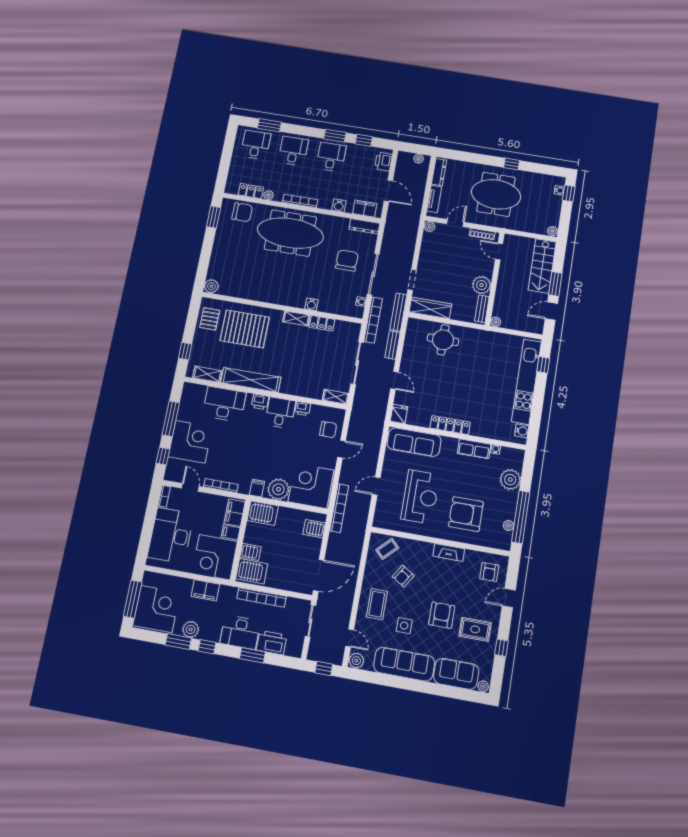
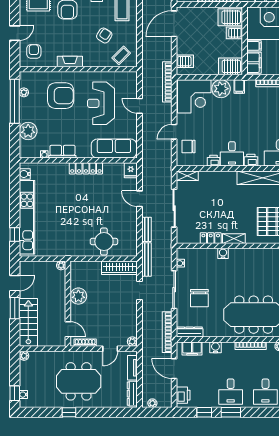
bench: (482, 309) -> (75, 275), removed
bookcase: (373, 320) -> (167, 332), moved
door: (376, 486) -> (139, 106), swing flipped

